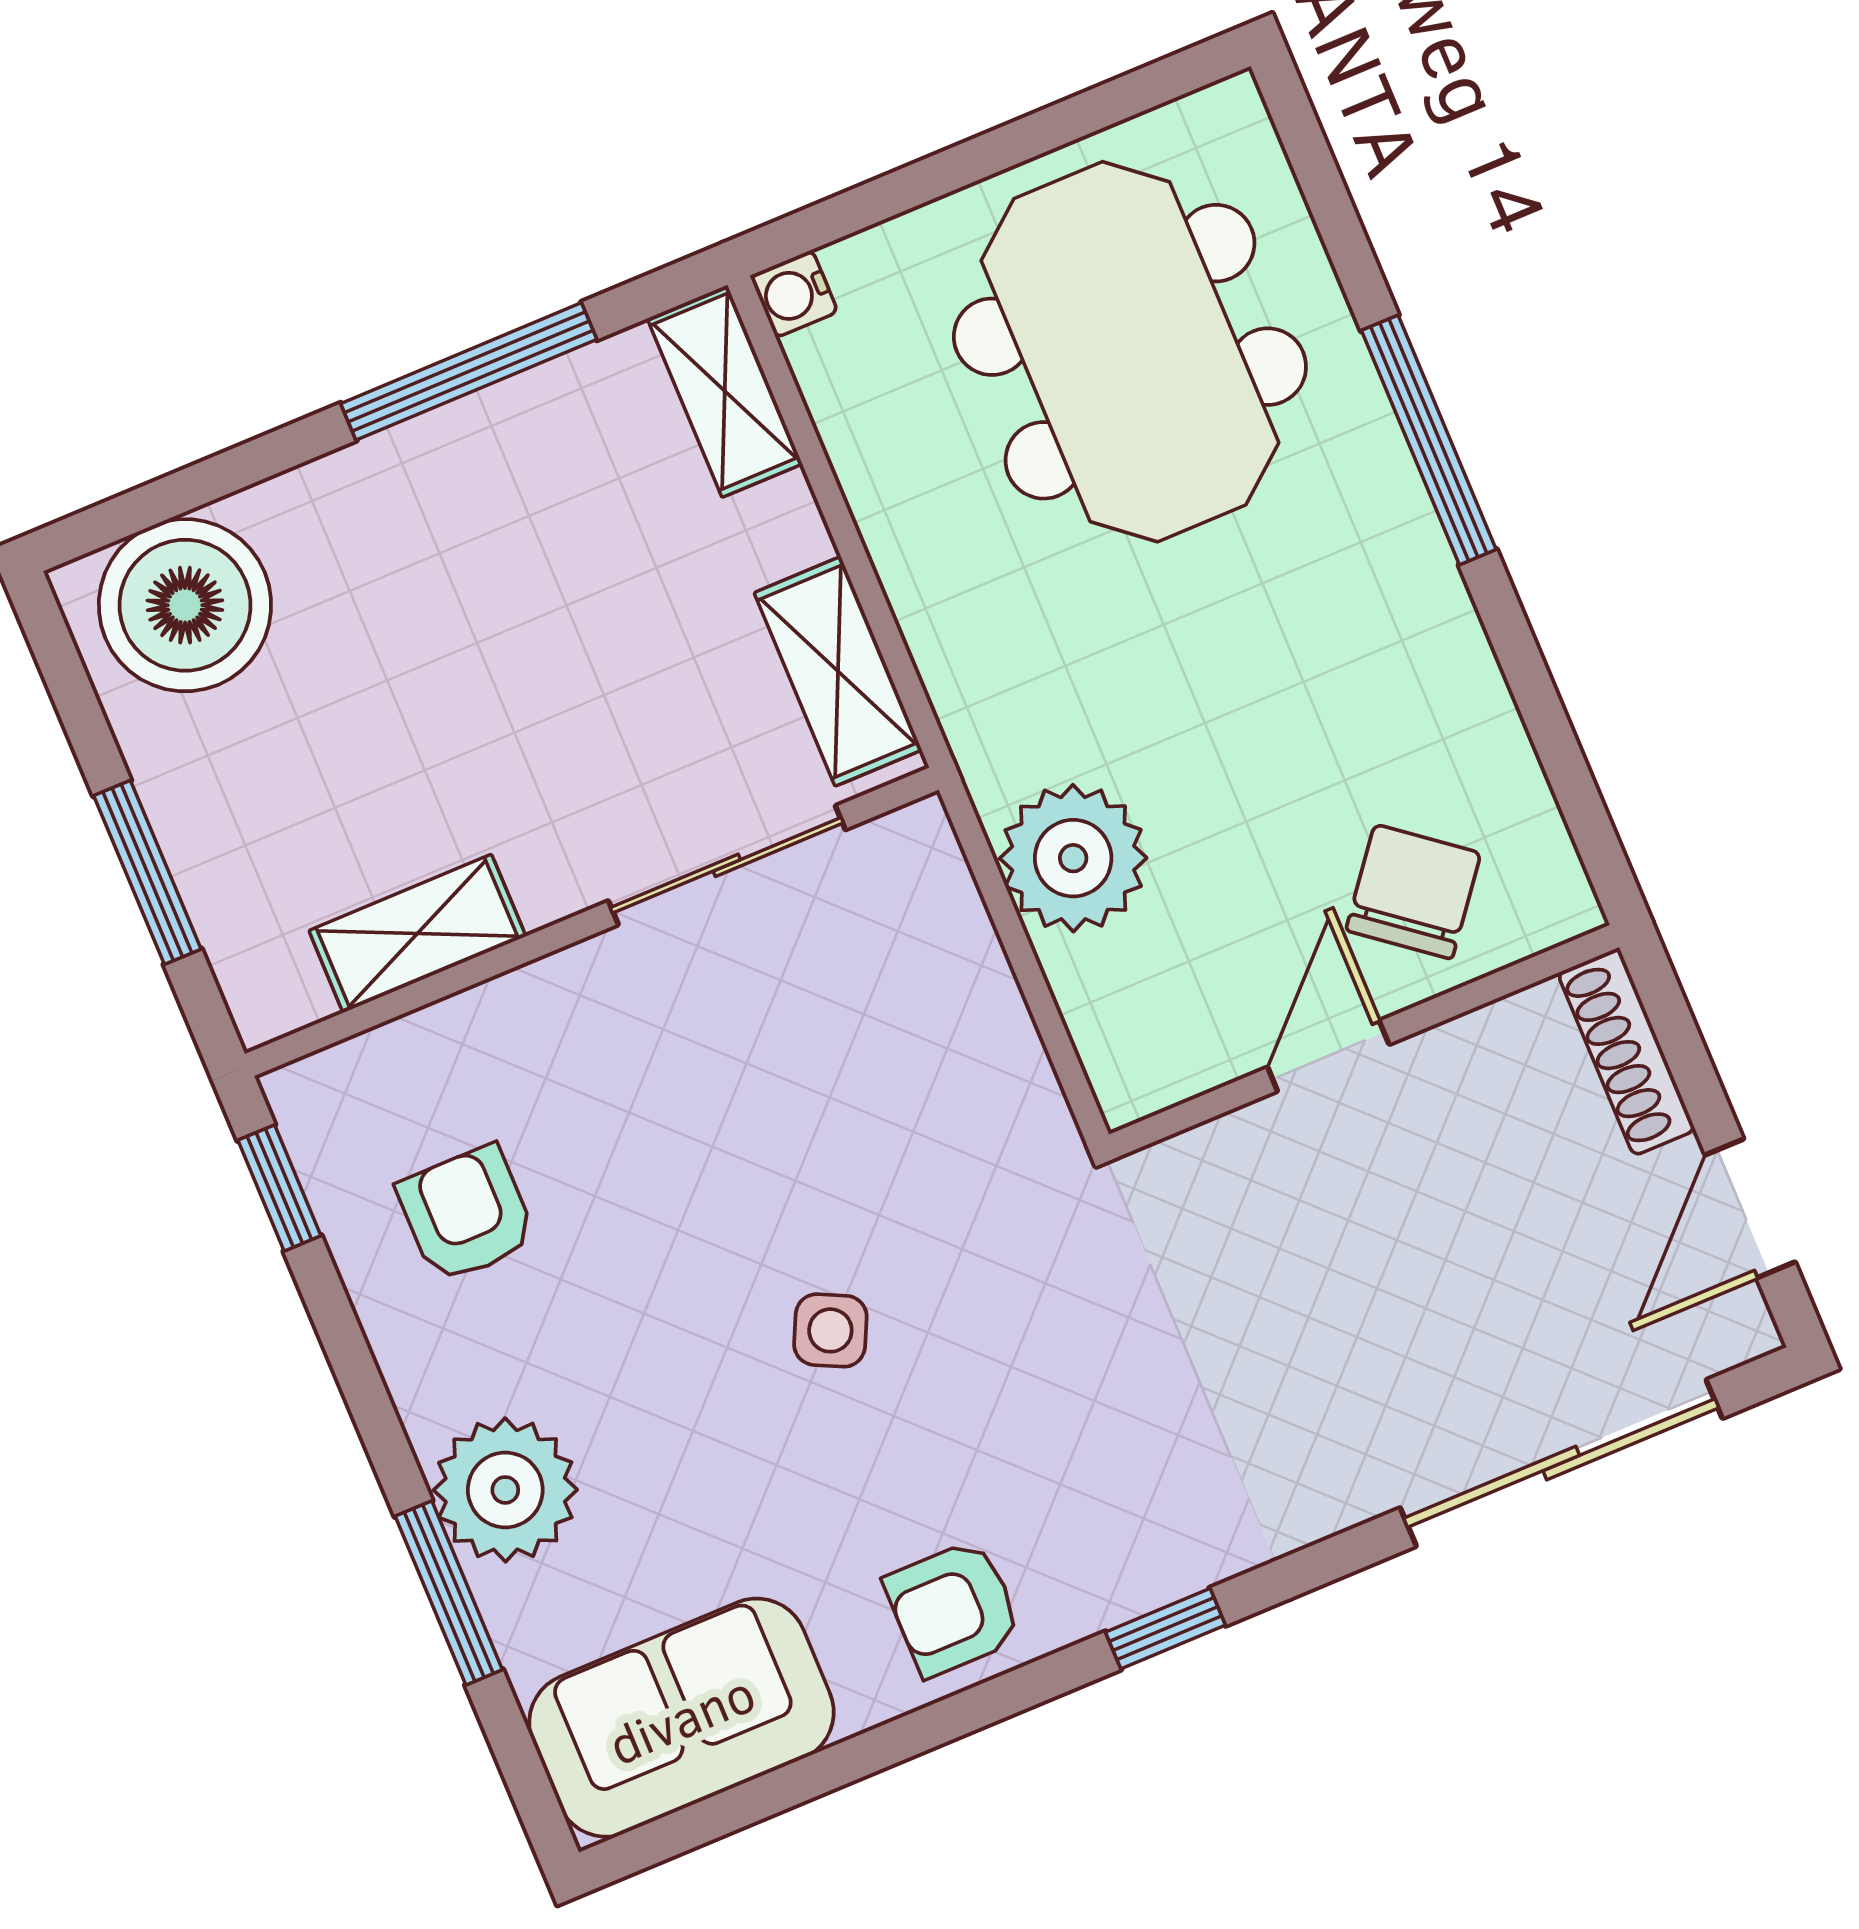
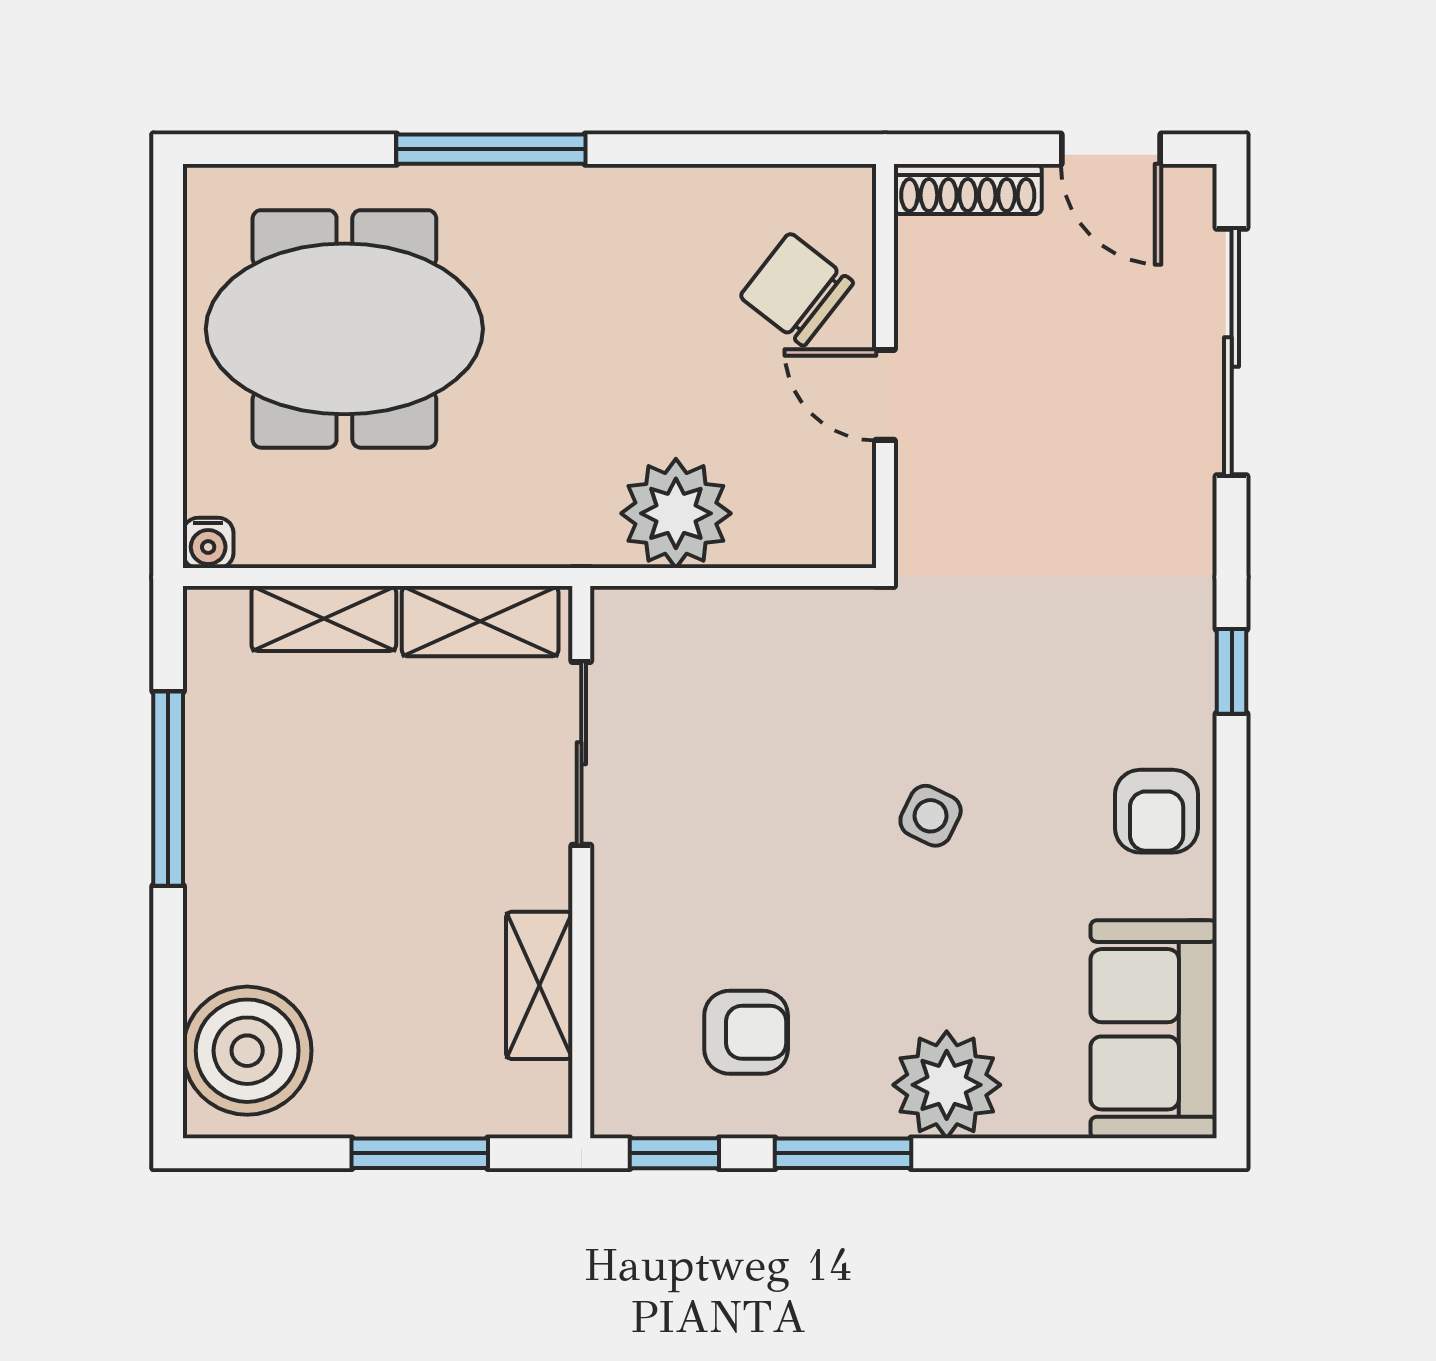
shelving: (725, 391) -> (324, 618), moved
armchair: (466, 1214) -> (746, 1032), turned 180
window: (449, 1593) -> (843, 1153), moved

